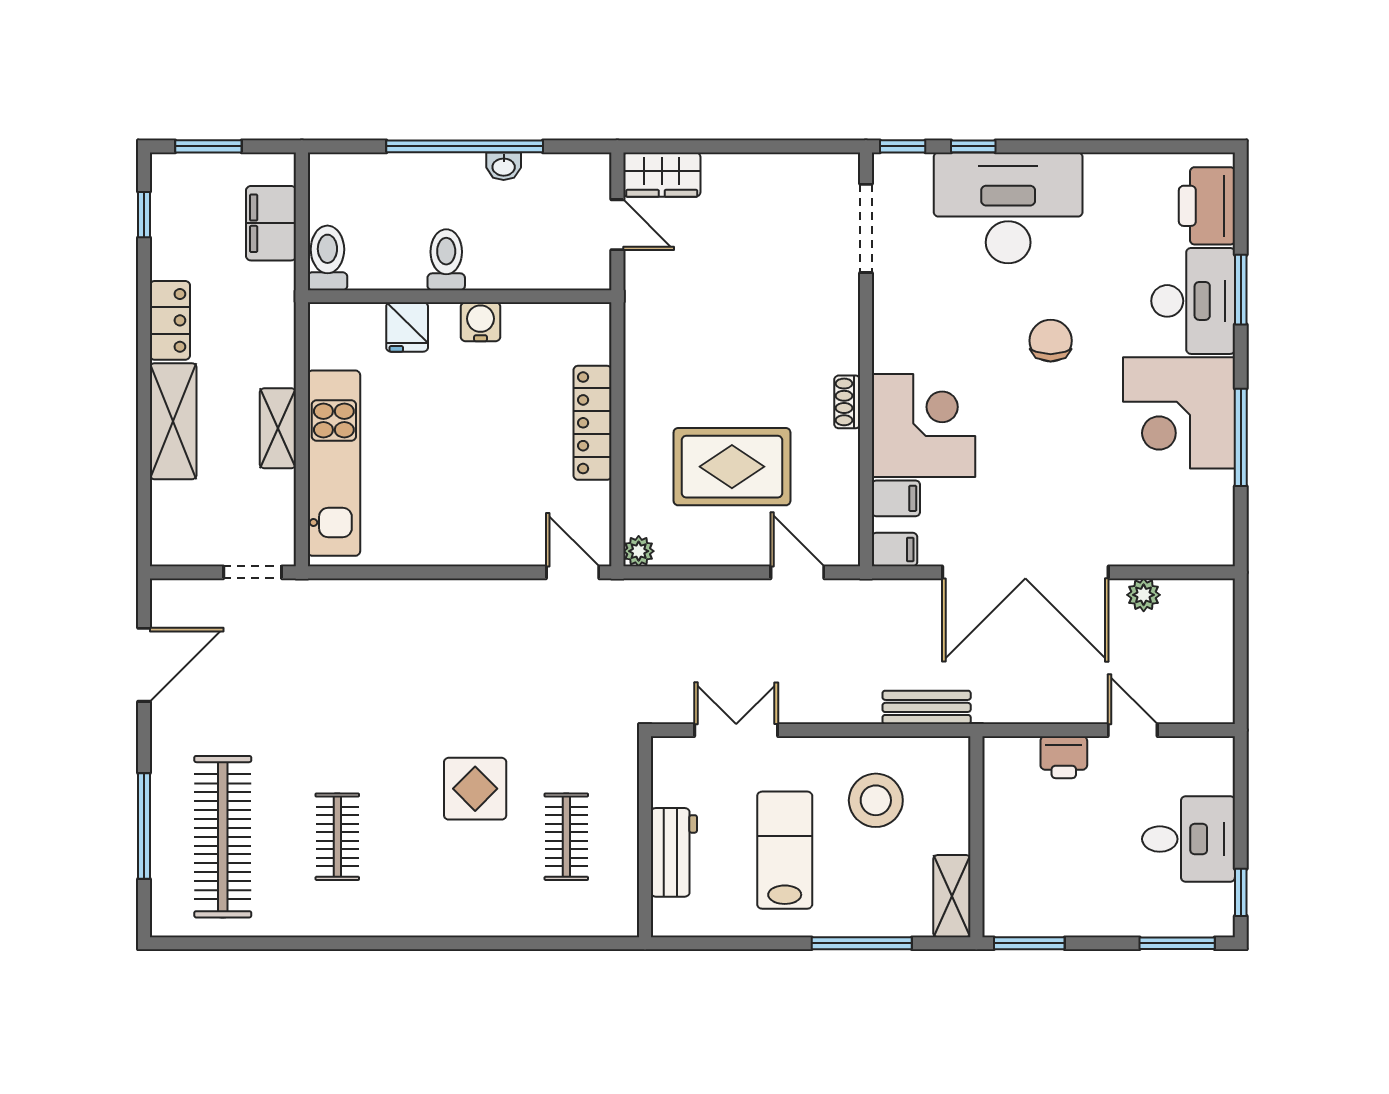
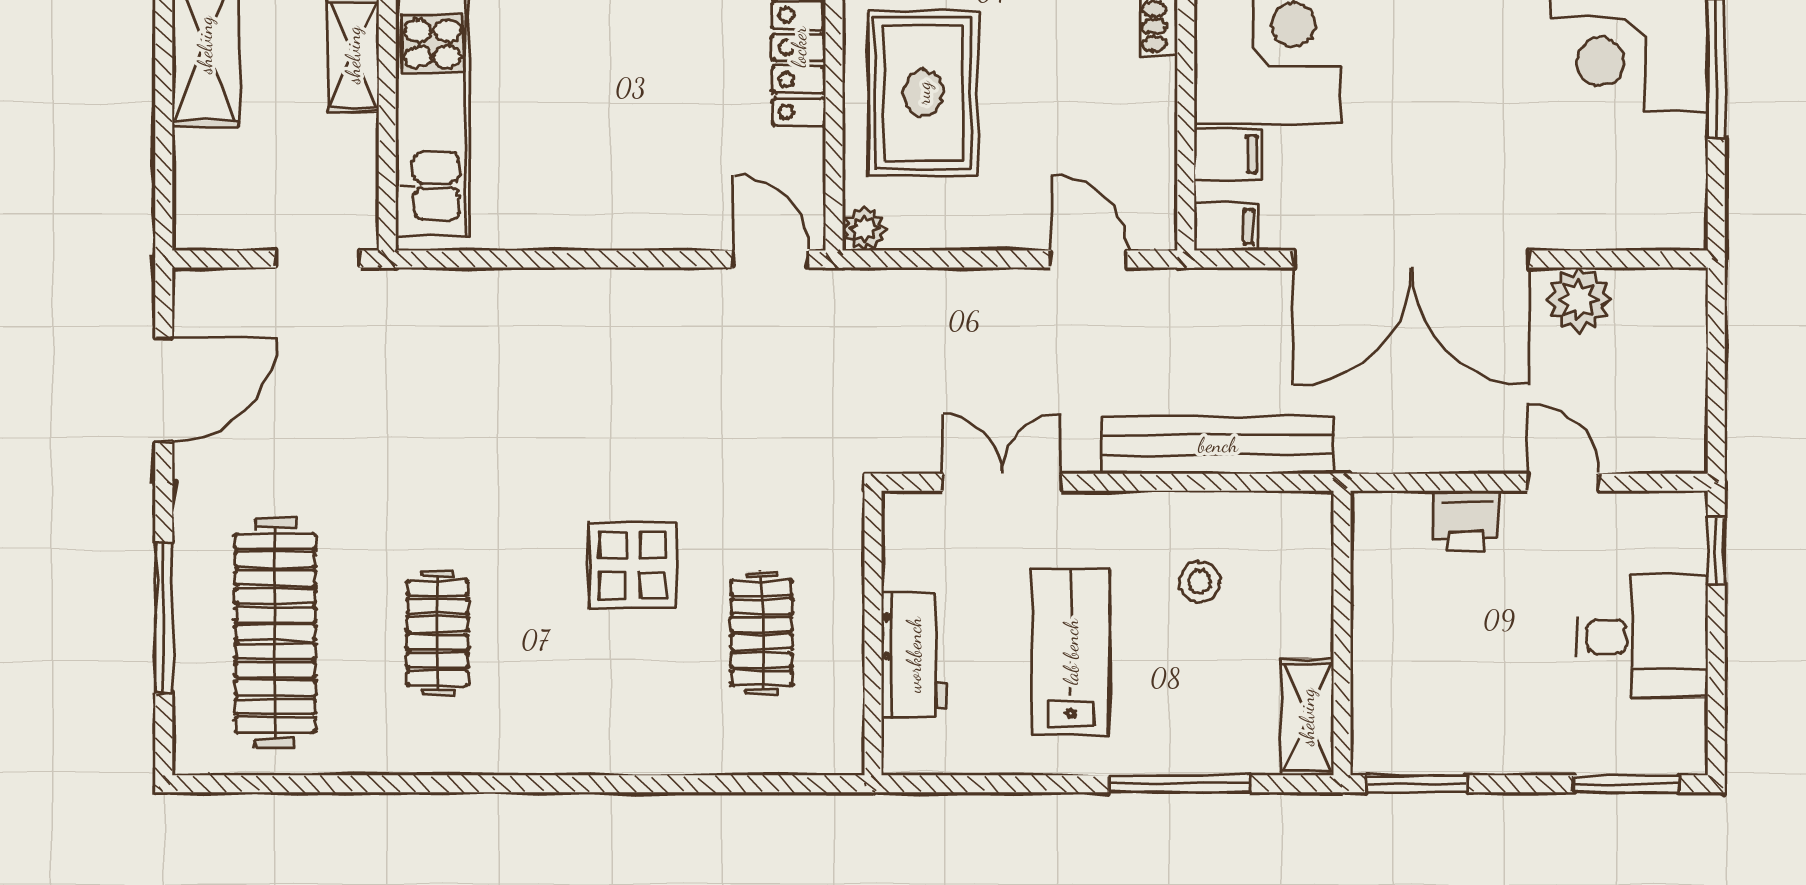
rug: (732, 467) -> (923, 93), moved, turned 90
plant: (1144, 595) -> (1579, 299), width x1.38, depth x1.38
bench: (927, 707) -> (1218, 445), width x1.86, depth x1.21
stool: (876, 800) -> (1200, 582), width x0.53, depth x0.53
window: (1241, 892) -> (1716, 551), moved

